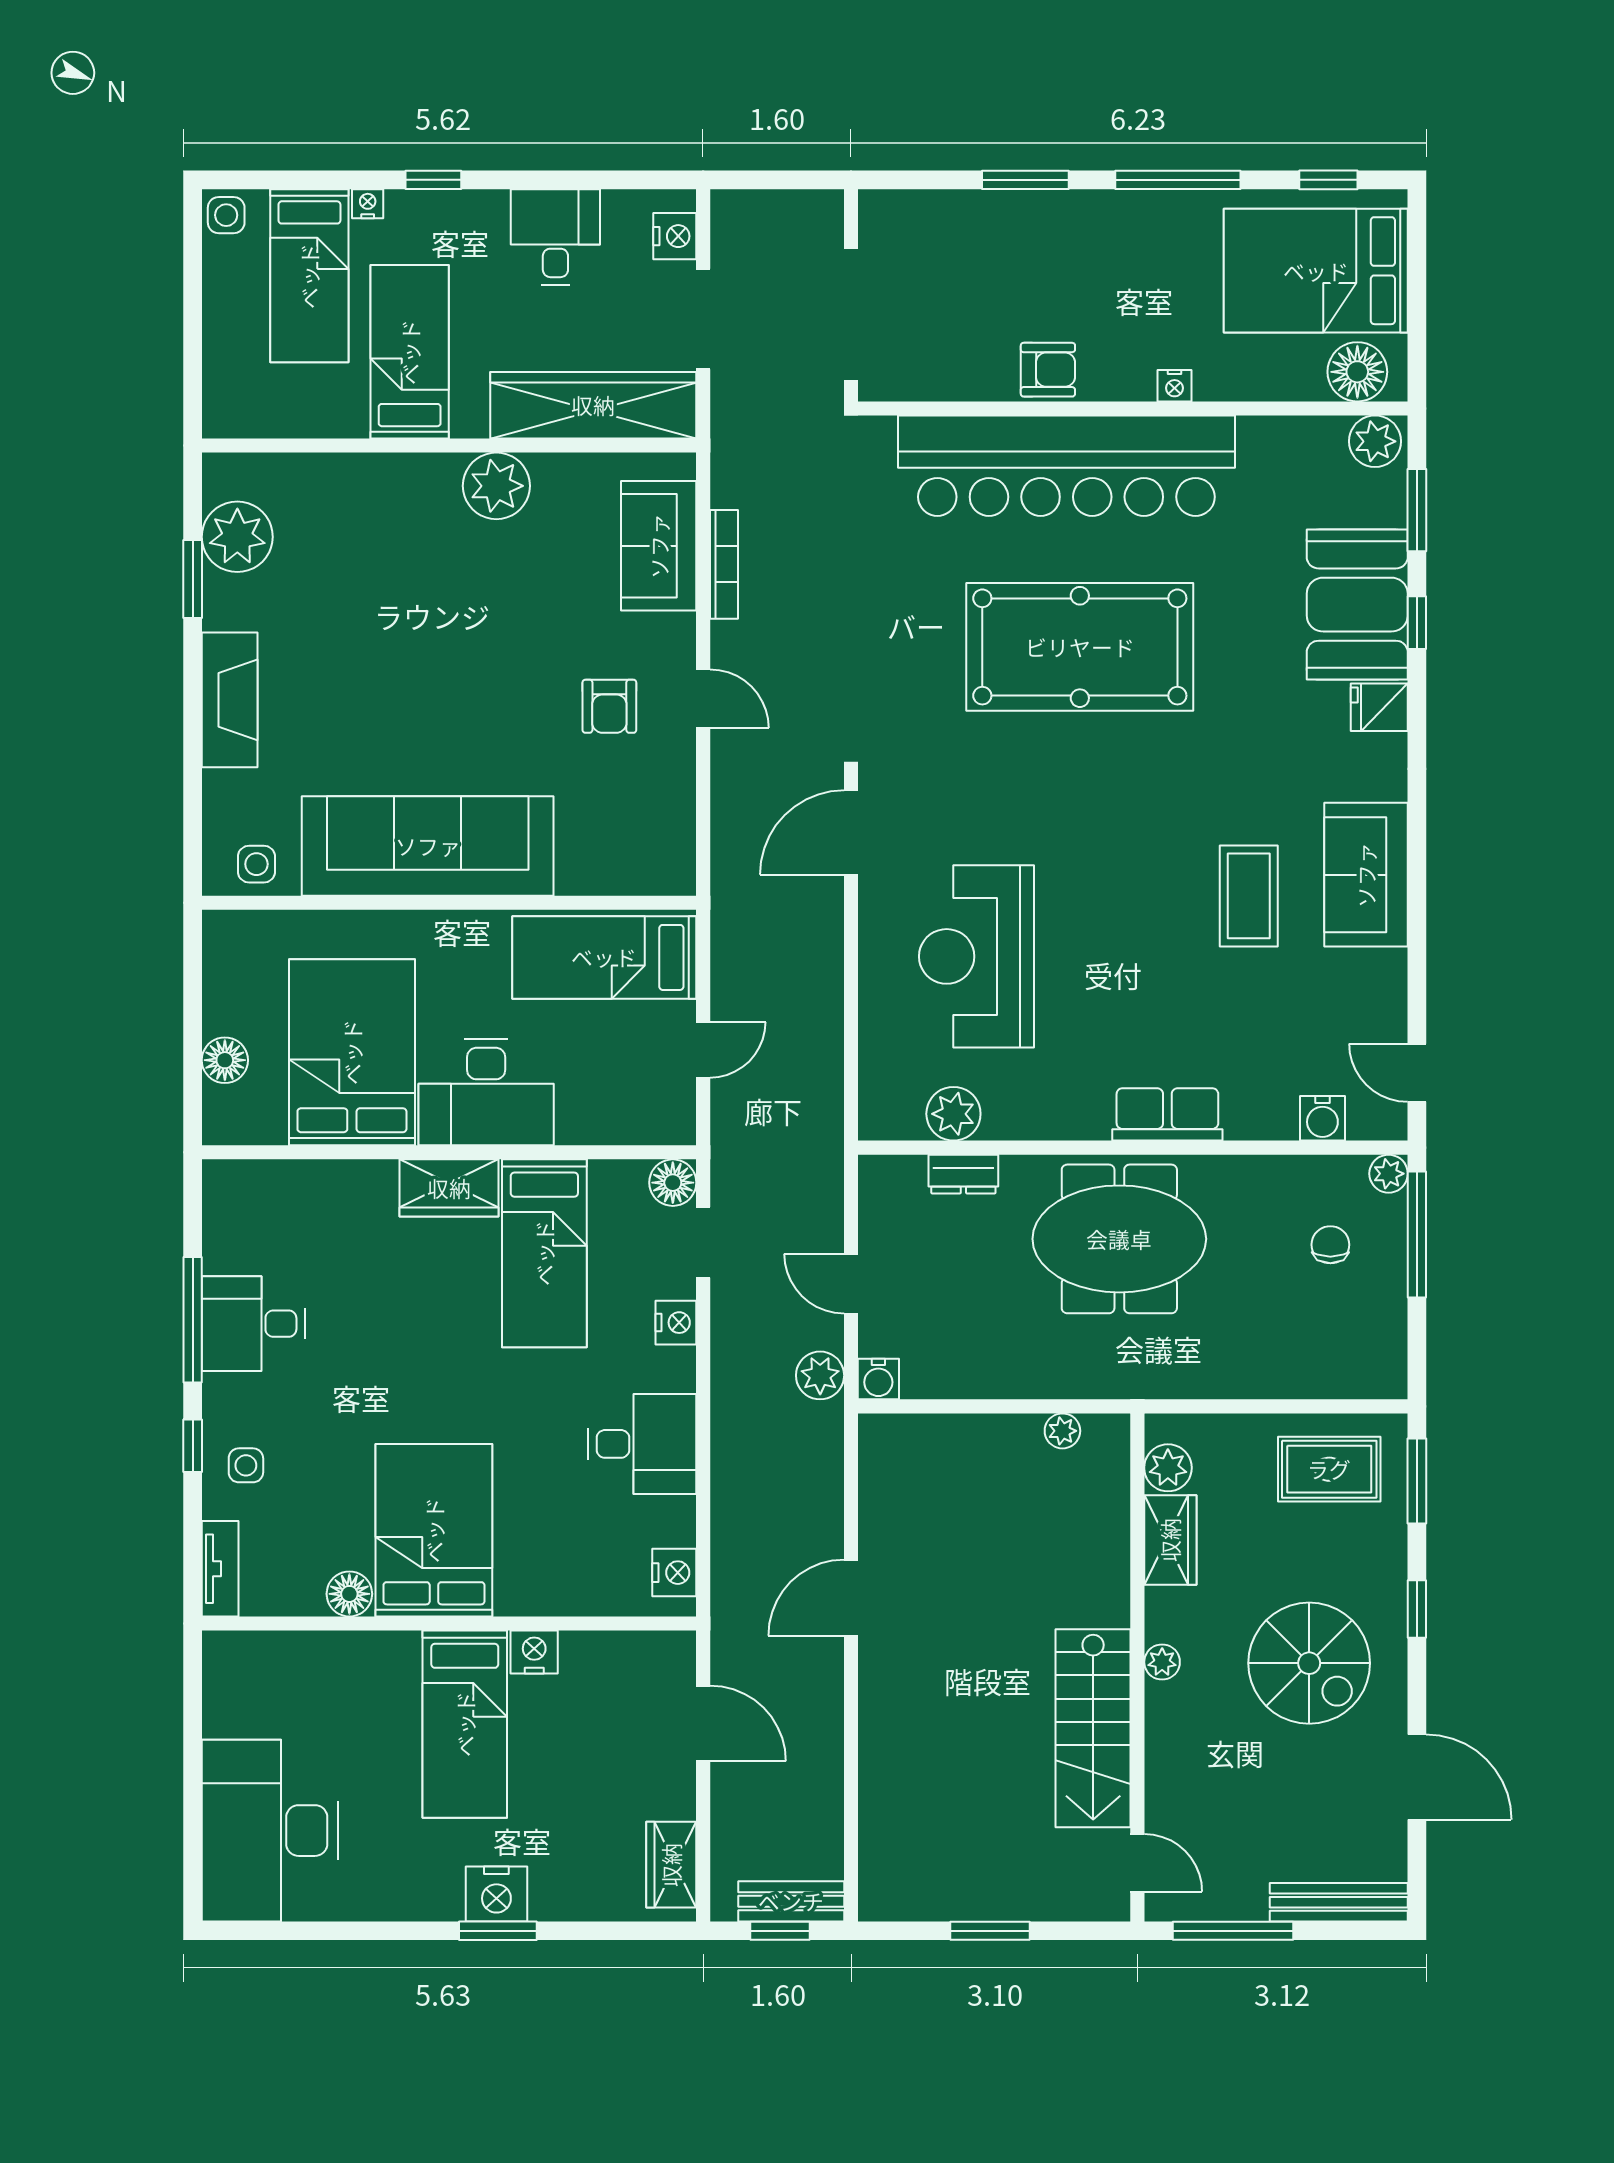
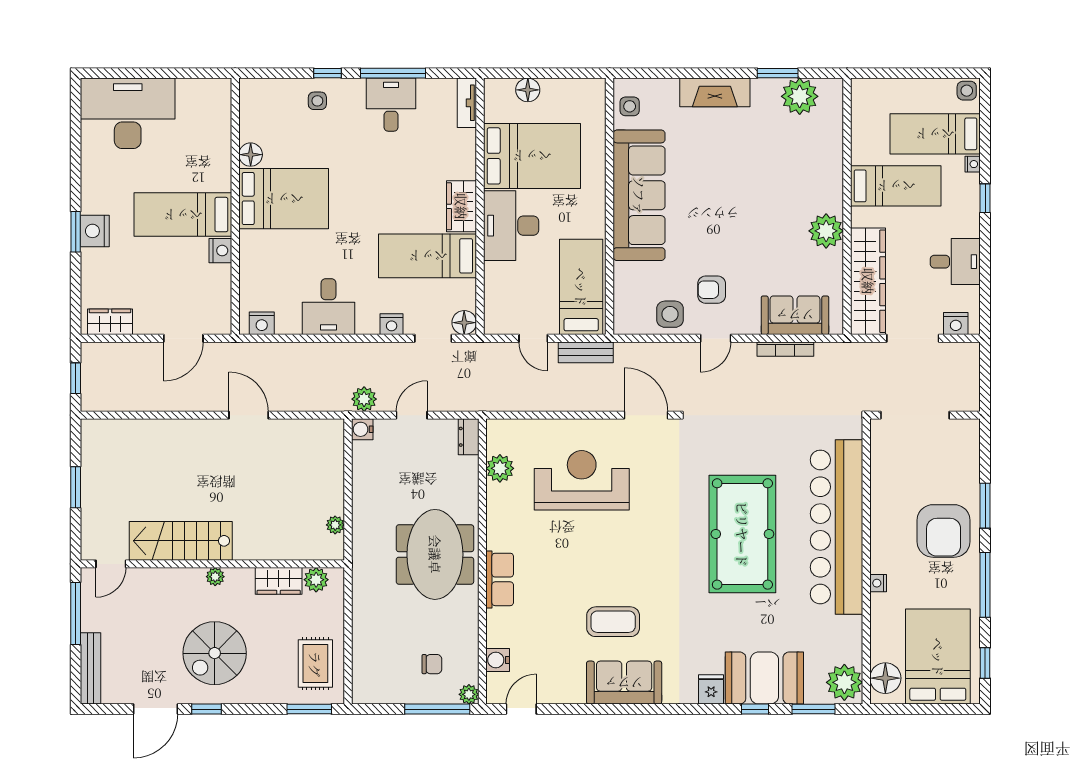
armchair: (1048, 370) -> (944, 531), moved, width x1.88, depth x1.88
plant: (1375, 441) -> (844, 682), width x1.36, depth x1.36
side table: (657, 786) -> (670, 314), added
dresser: (963, 1174) -> (469, 437), moved
tv unit: (220, 1569) -> (467, 103), moved, turned 90
window: (1417, 1609) -> (207, 709), moved
bench: (791, 1901) -> (586, 352), moved, turned 90

